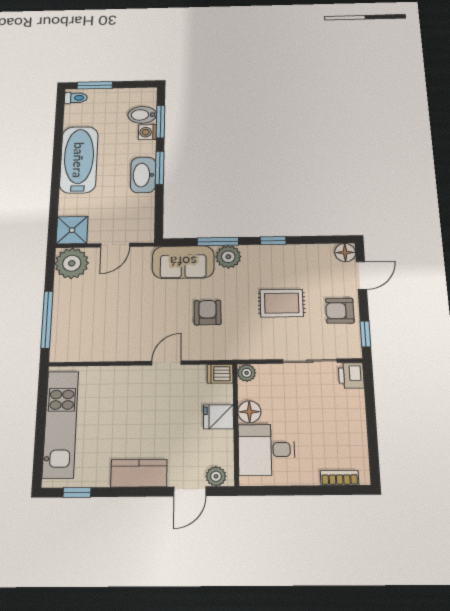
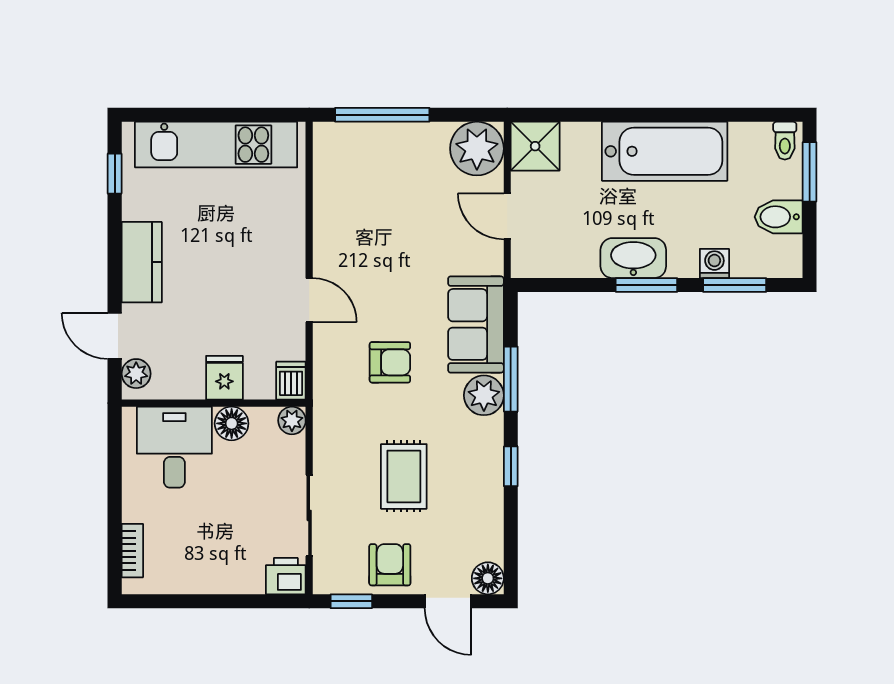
bidet: (142, 115) -> (779, 217), moved, turned -90

